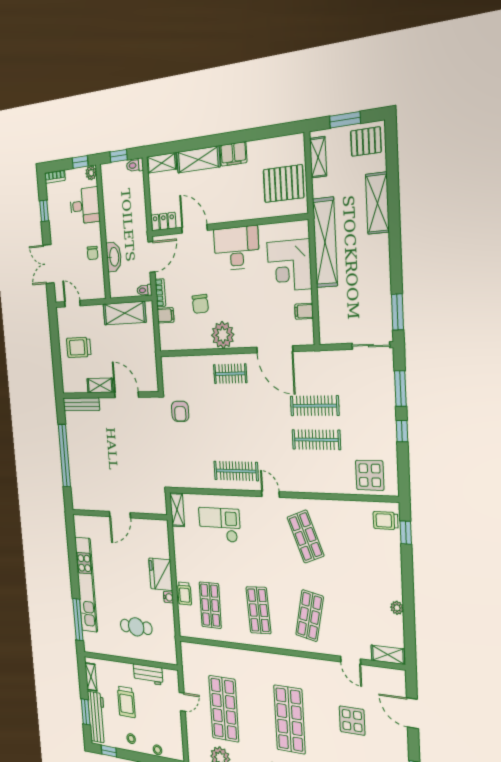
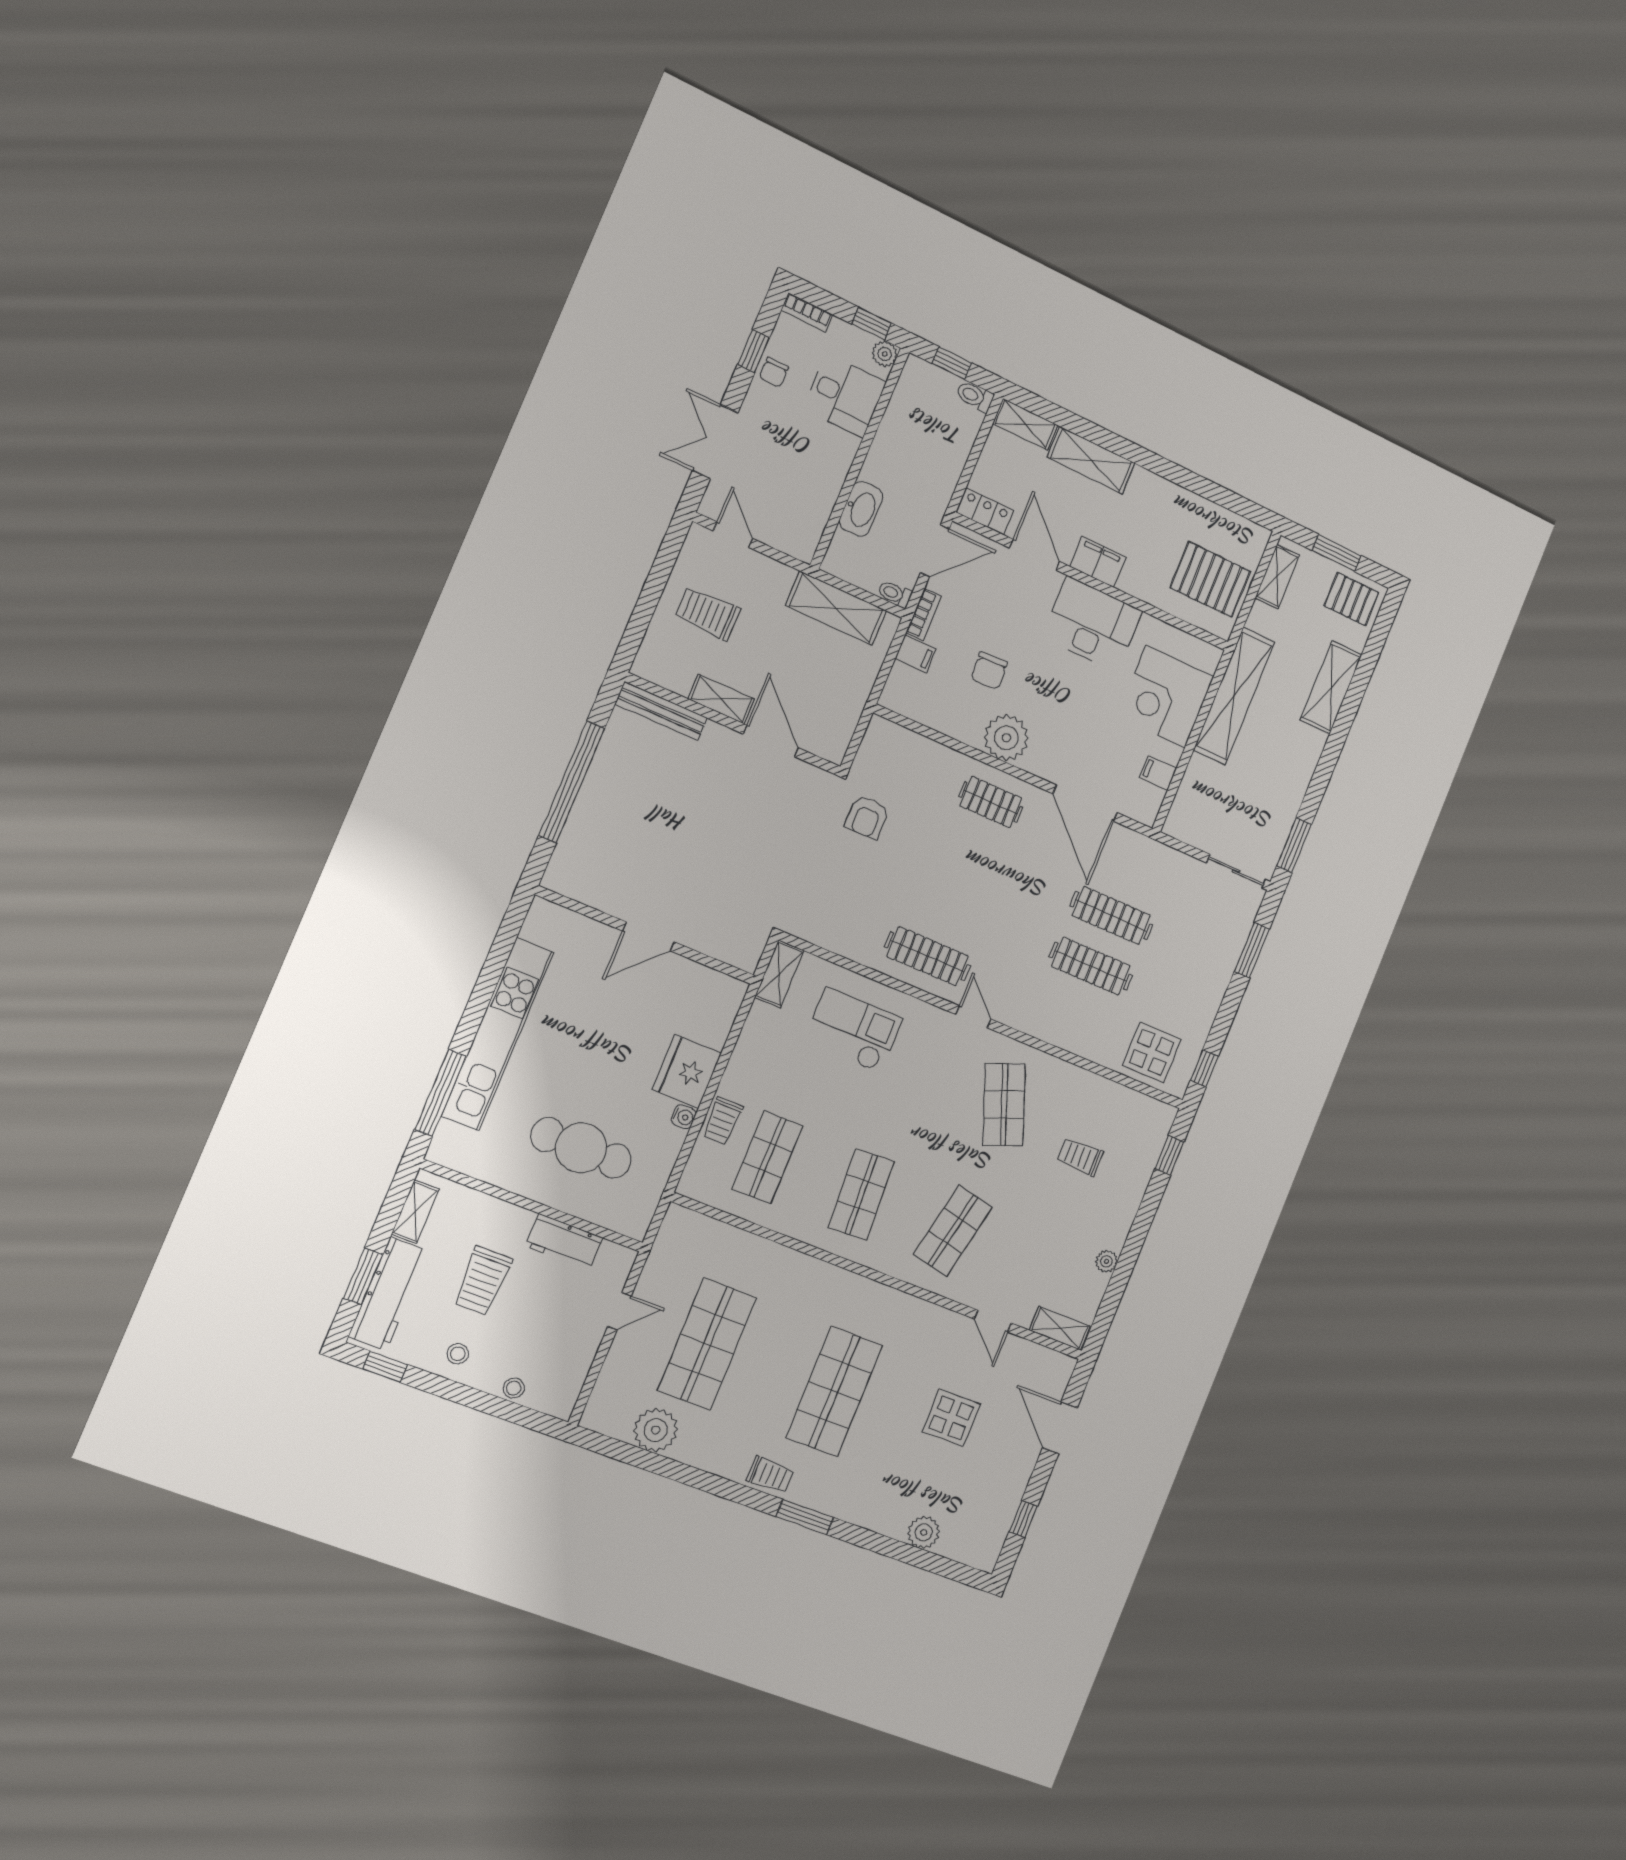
filing cabinet: (233, 154) -> (1098, 562), moved, turned 180
chair: (93, 253) -> (774, 372), moved
window: (402, 431) -> (1204, 1068), moved
trolley: (385, 521) -> (1080, 1157), moved
cafe table: (136, 627) -> (581, 1148), width x1.37, depth x1.35

